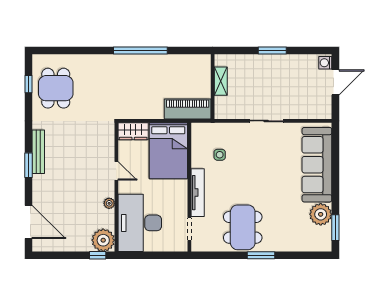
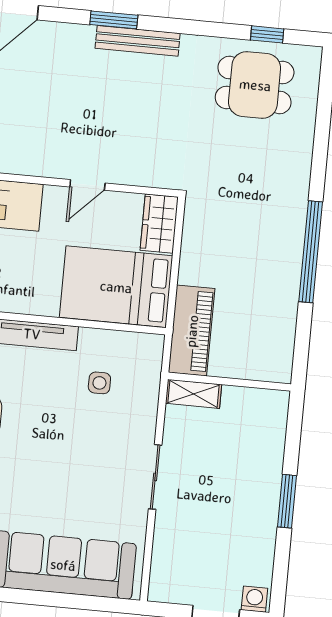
shelving: (221, 81) -> (194, 394), moved
plant: (109, 203) -> (27, 165), removed

